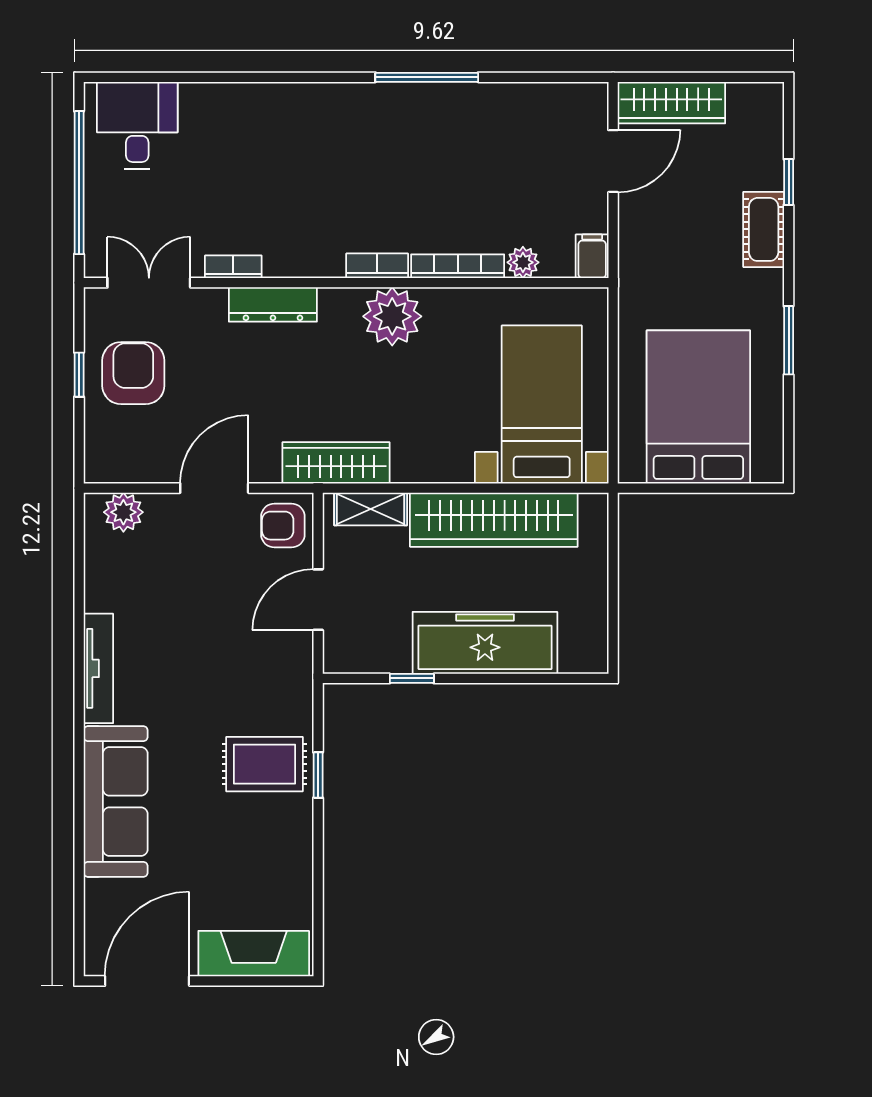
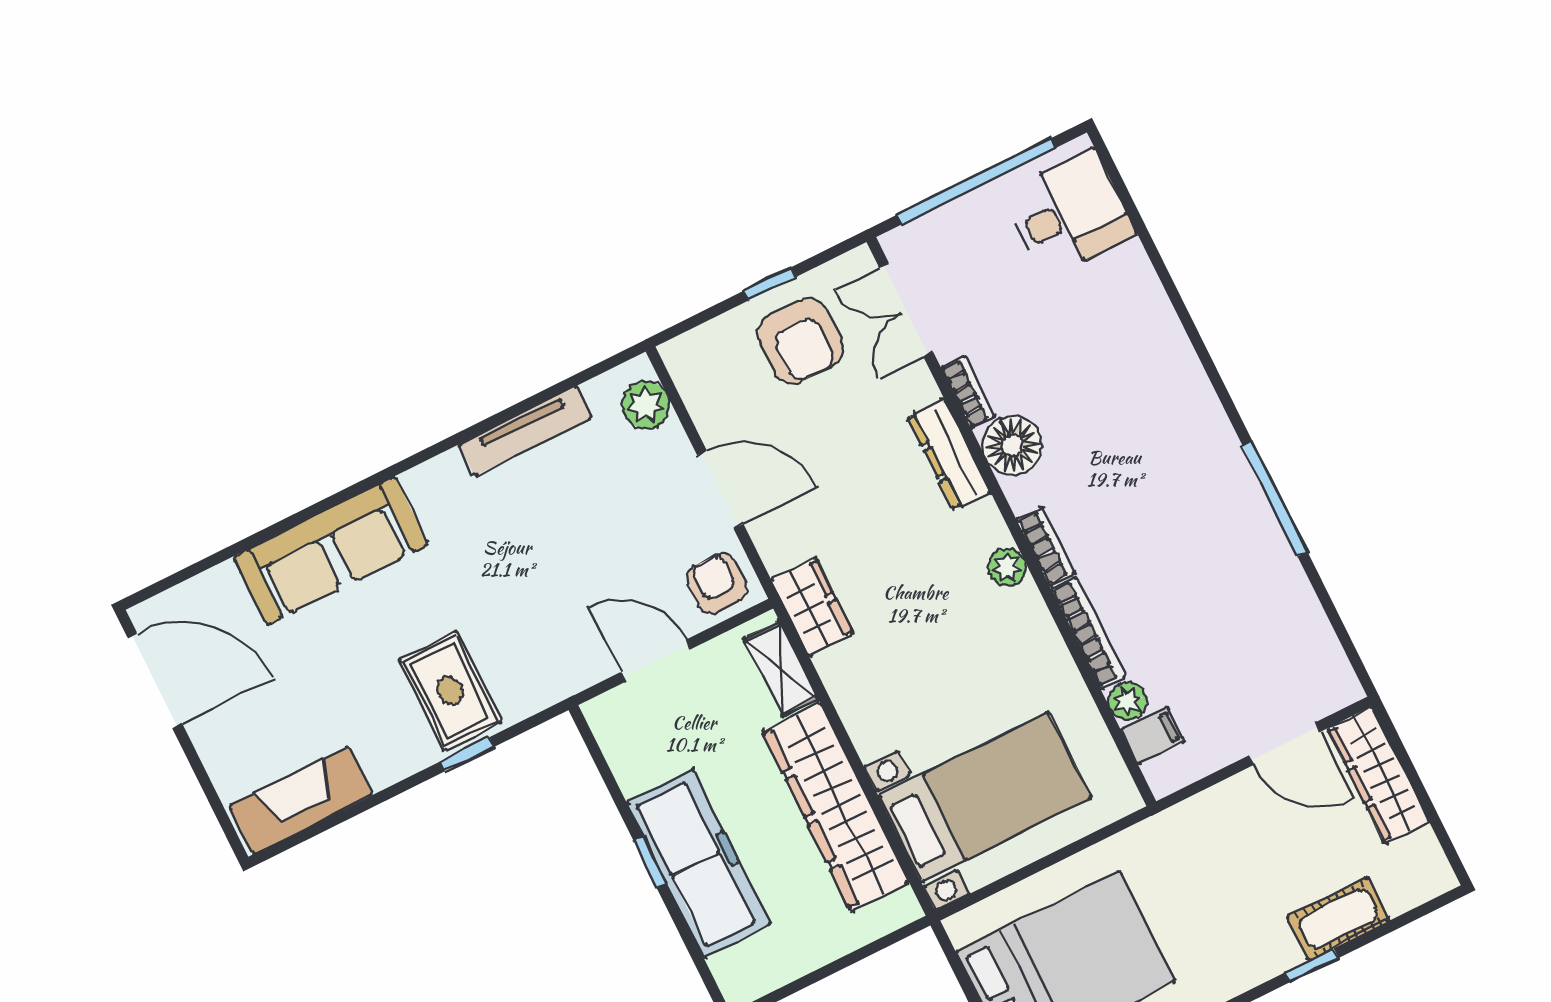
window: (789, 182) -> (1311, 965), moved
cot: (764, 229) -> (1338, 919), moved
floor lamp: (289, 254) -> (1012, 445), added
filing cabinet: (592, 256) -> (1153, 736), moved
double door: (149, 283) -> (906, 310), swing flipped
plant: (392, 316) -> (1007, 567), width x0.53, depth x0.53
armchair: (133, 373) -> (801, 341), turned 90
wardrobe: (336, 463) -> (812, 607), width x0.67
tv unit: (98, 668) -> (526, 431), moved
window: (412, 678) -> (650, 862), moved
fireplace: (254, 954) -> (301, 800), moved, turned -90

